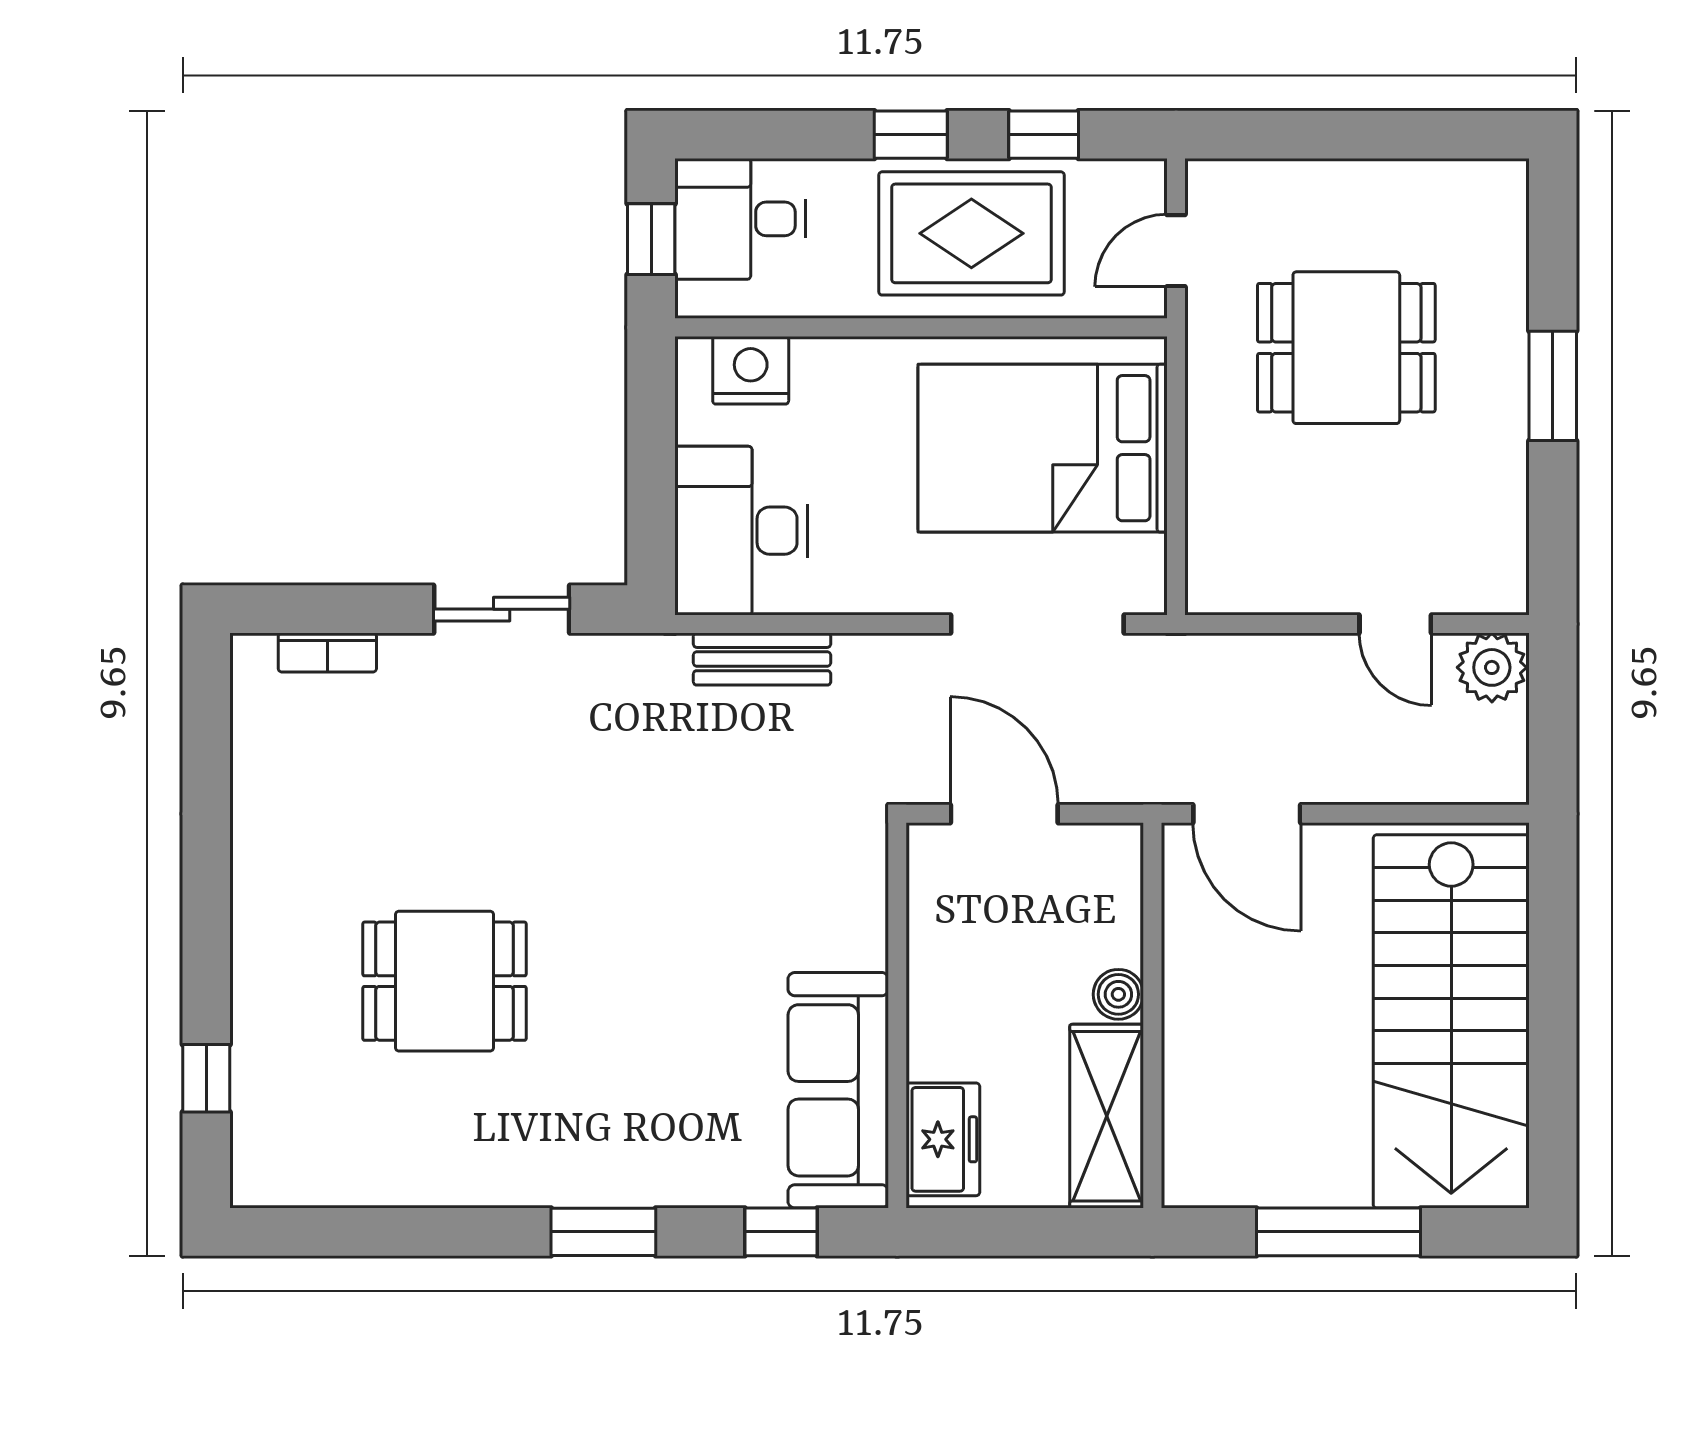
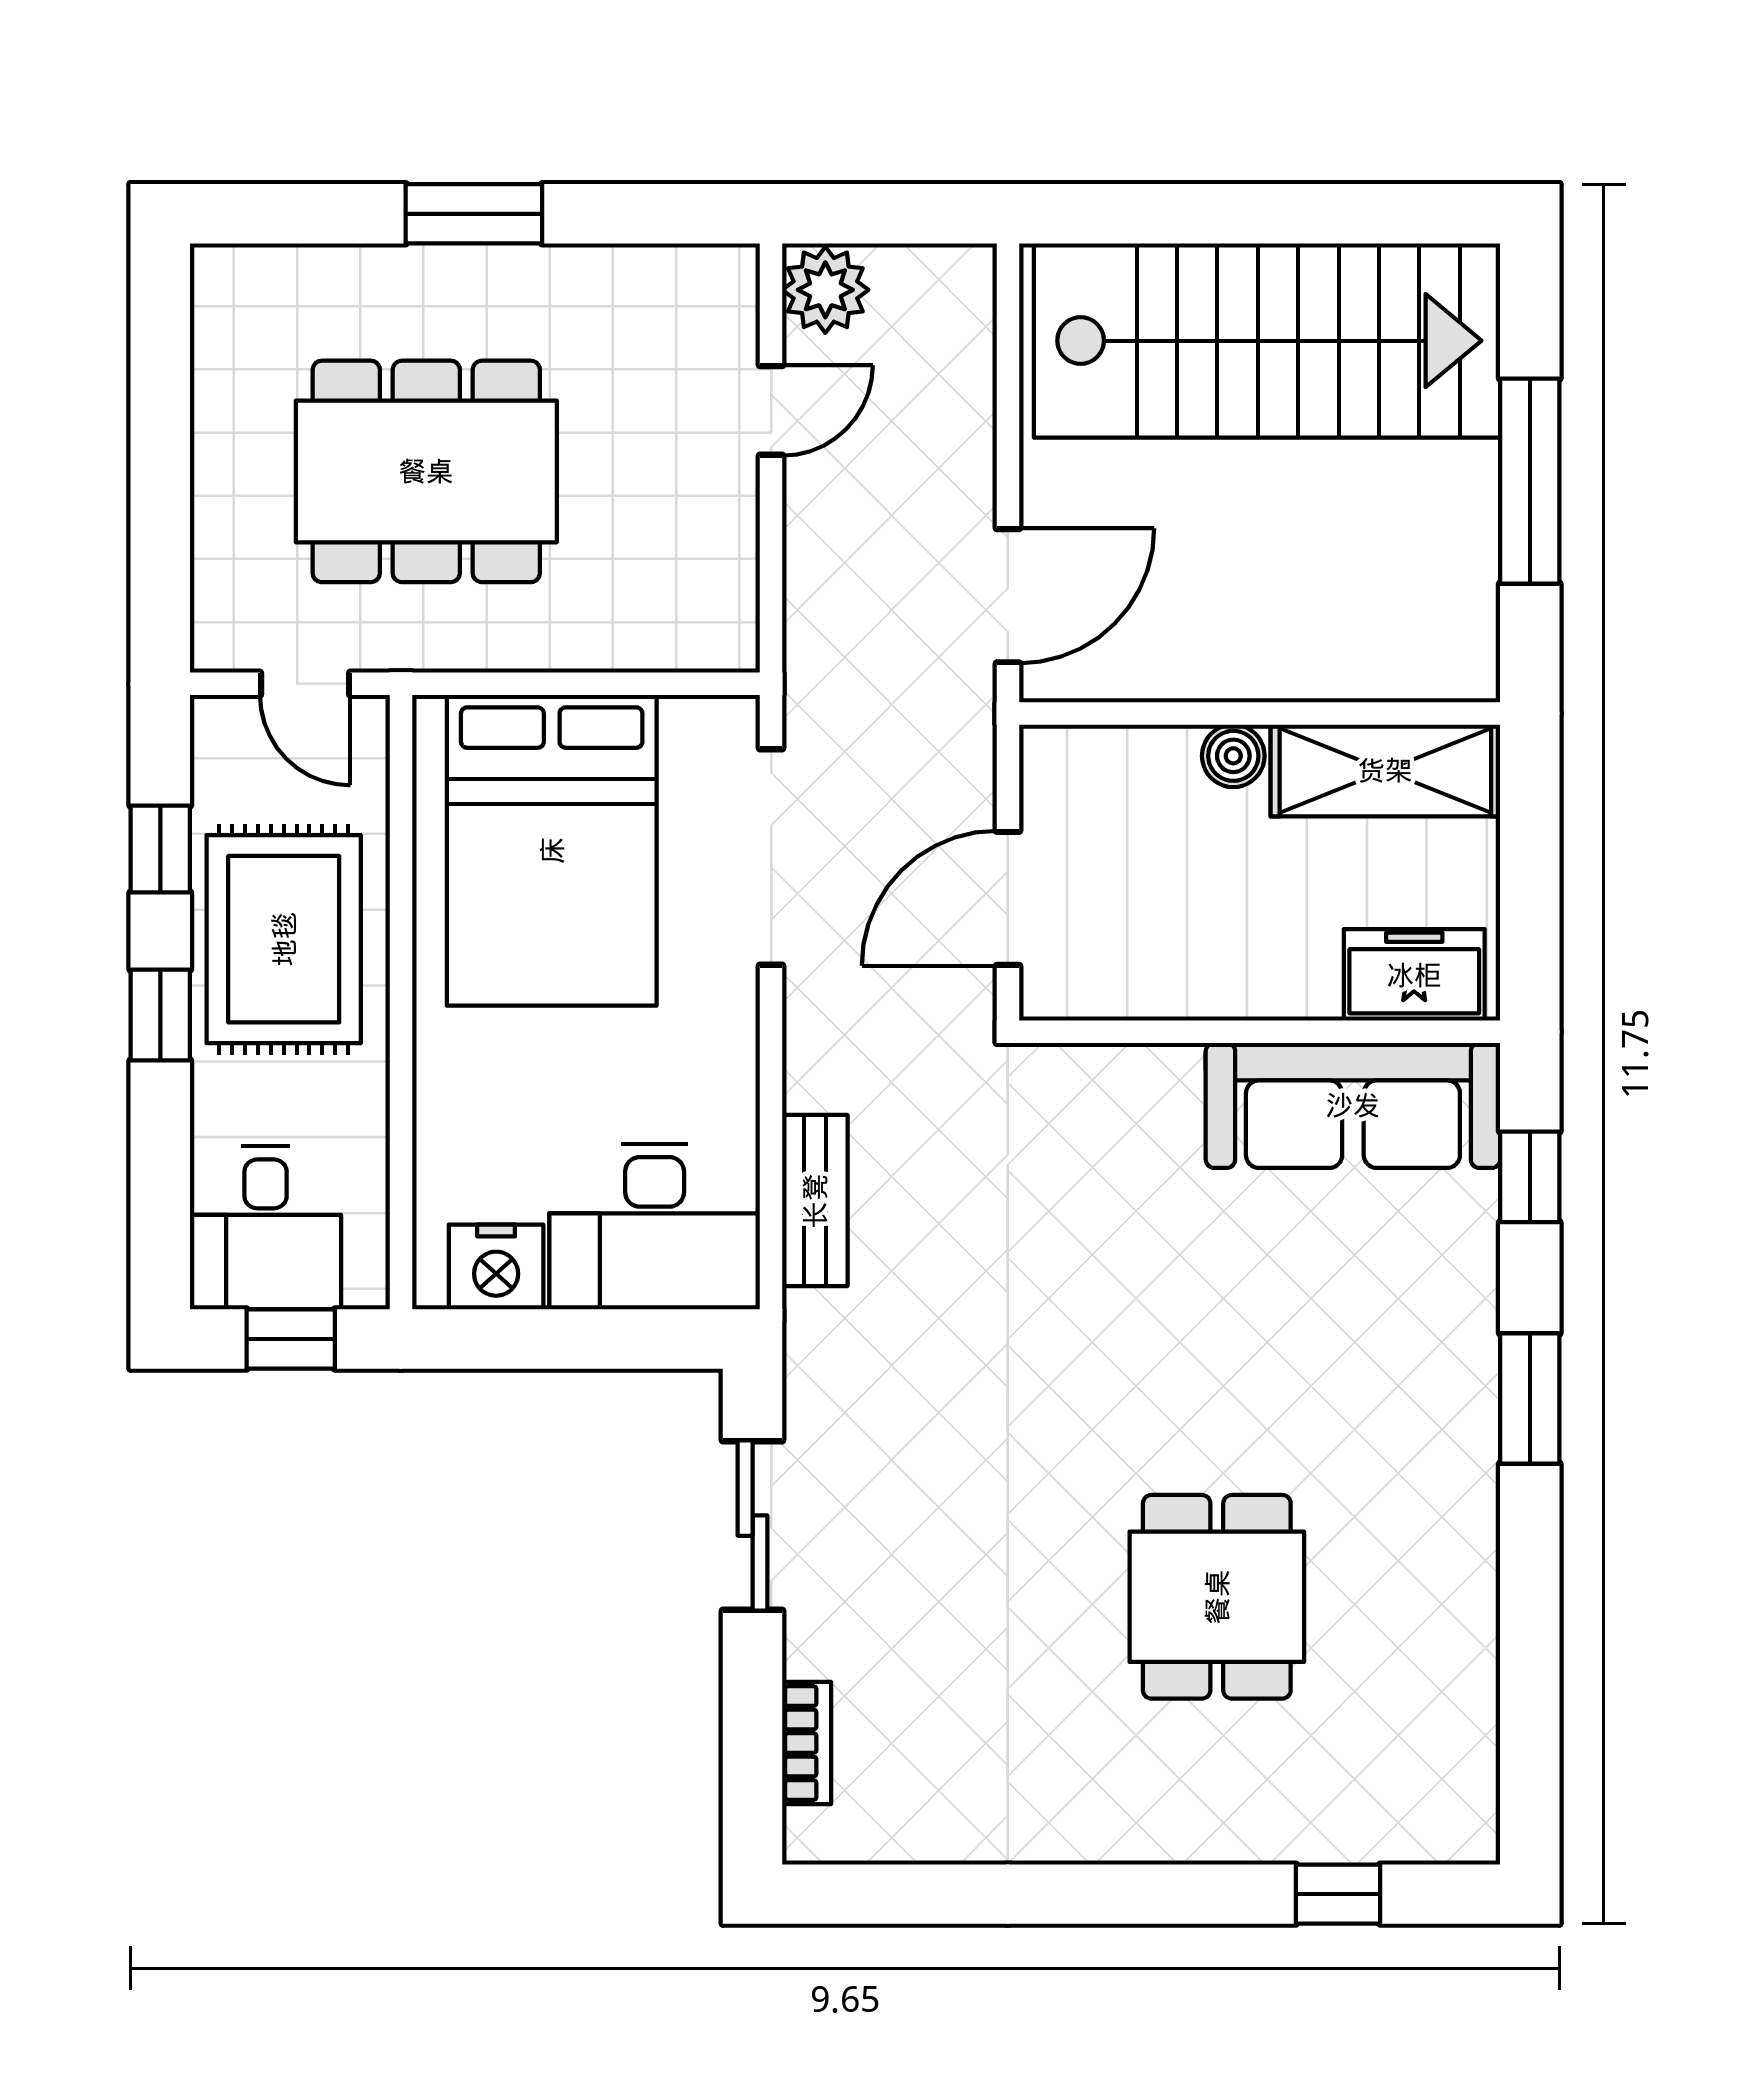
dining table: (1346, 348) -> (426, 471), width x1.37
nightstand: (751, 370) -> (496, 1267), moved, turned -90

